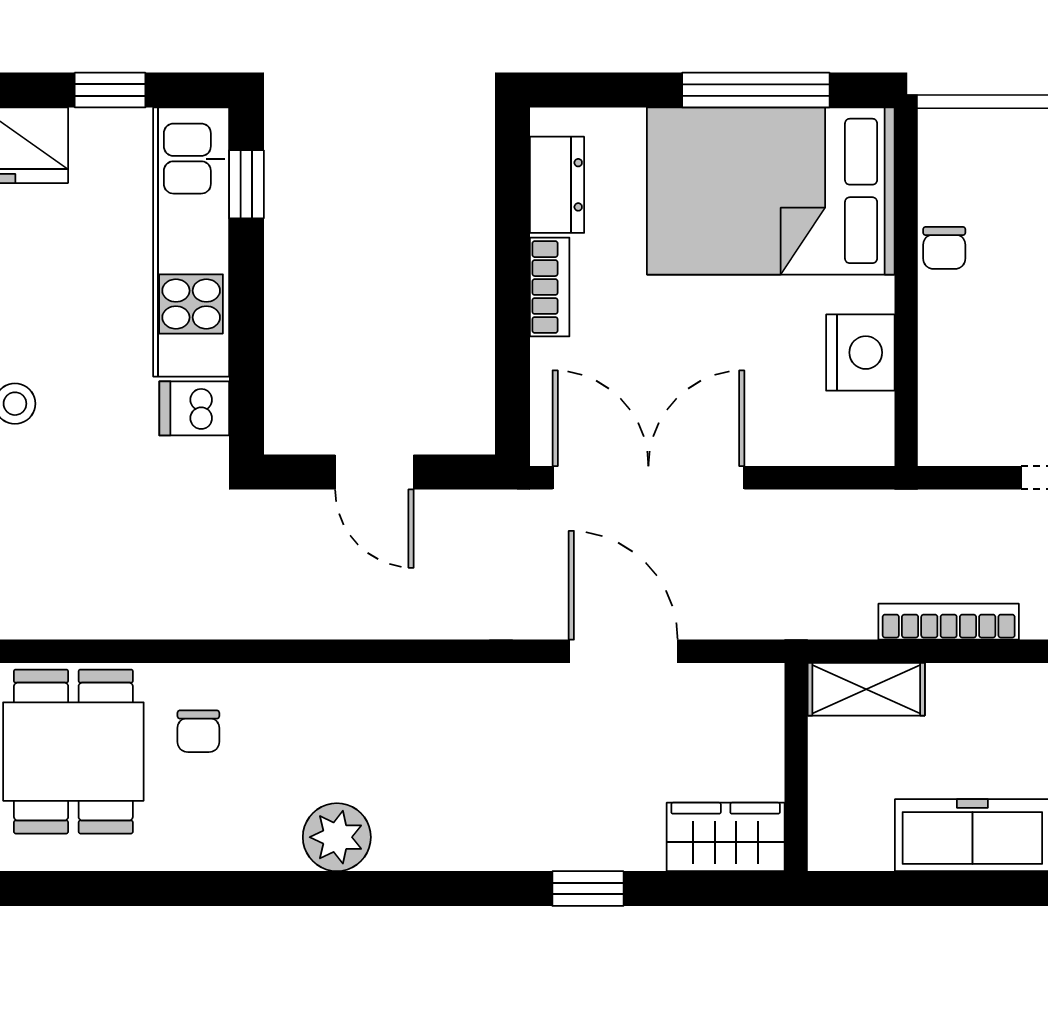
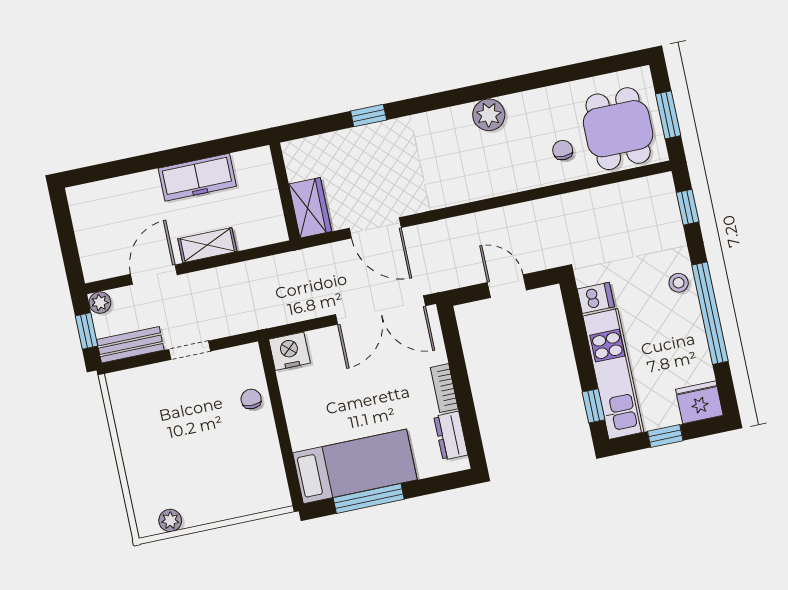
bed: (771, 191) -> (355, 466), width x0.67
chair: (944, 248) -> (251, 399), moved
nightstand: (860, 353) -> (289, 351), moved, turned 90
bookcase: (949, 622) -> (229, 273), removed
shelving: (866, 689) -> (207, 245), moved
wardrobe: (726, 837) -> (310, 208), moved, turned -90

